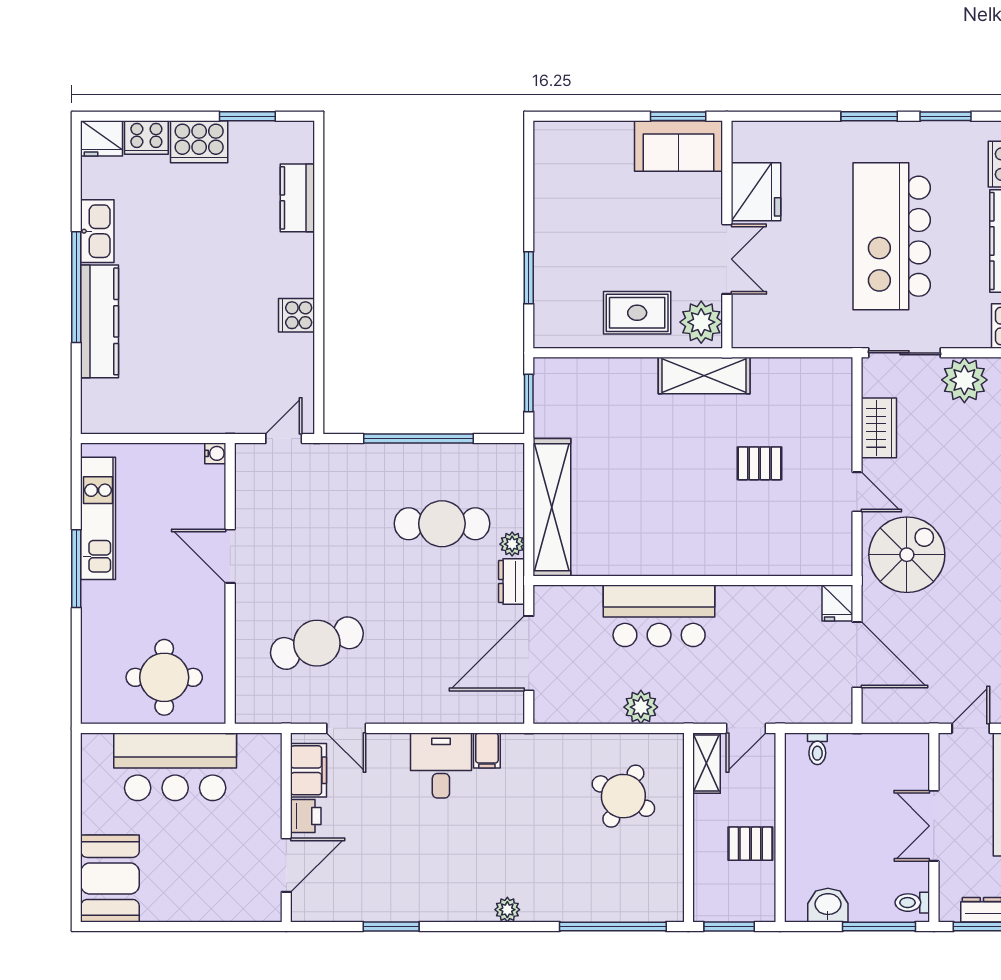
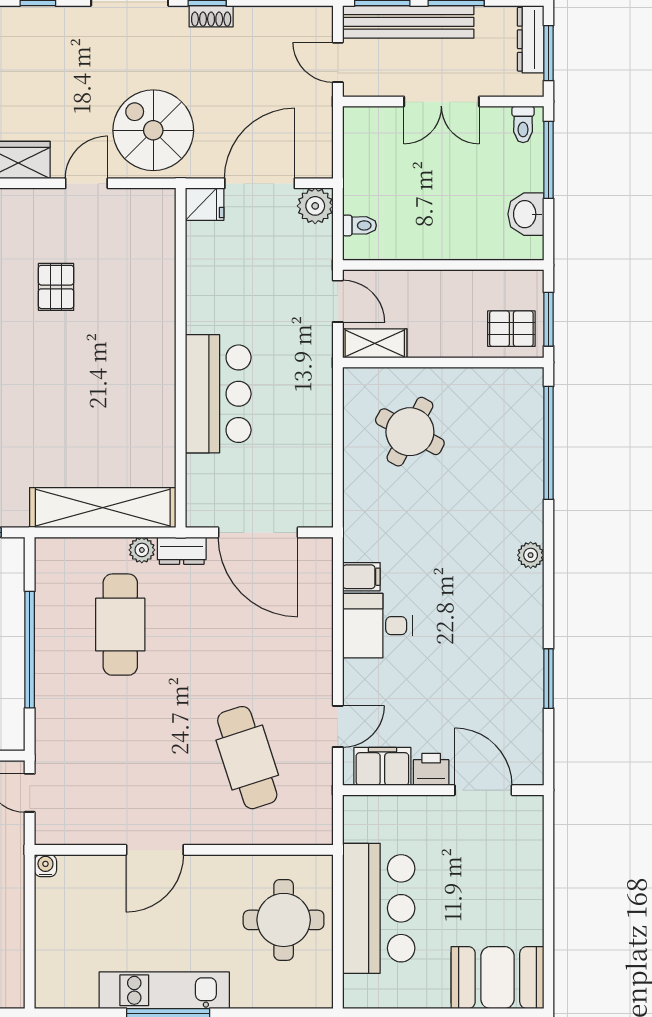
kitchen unit: (98, 518) -> (164, 990), moved
plant: (641, 707) -> (315, 206), moved
pallet: (750, 844) -> (511, 329), moved, turned 90

